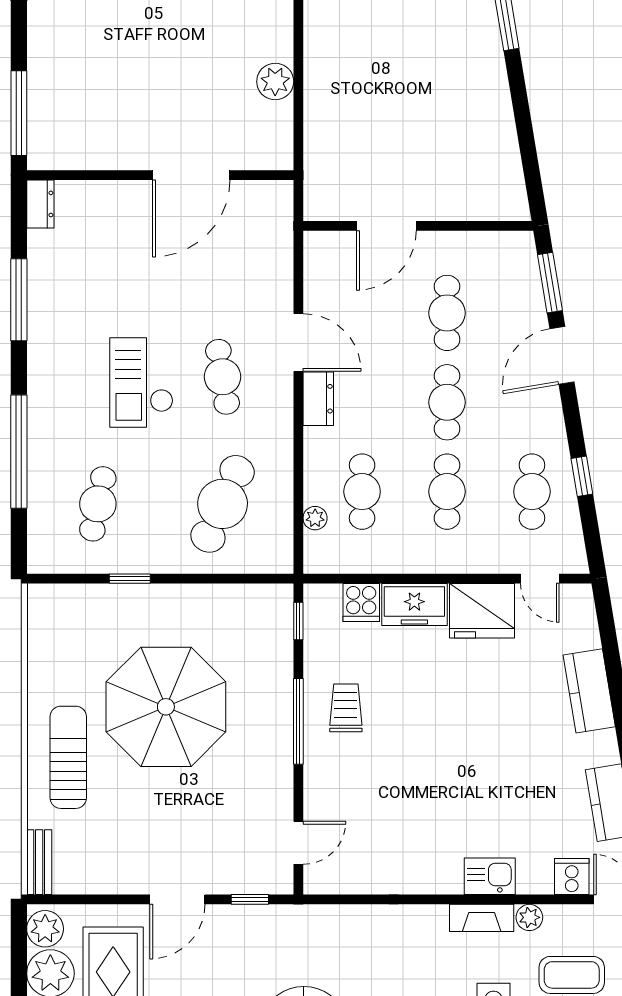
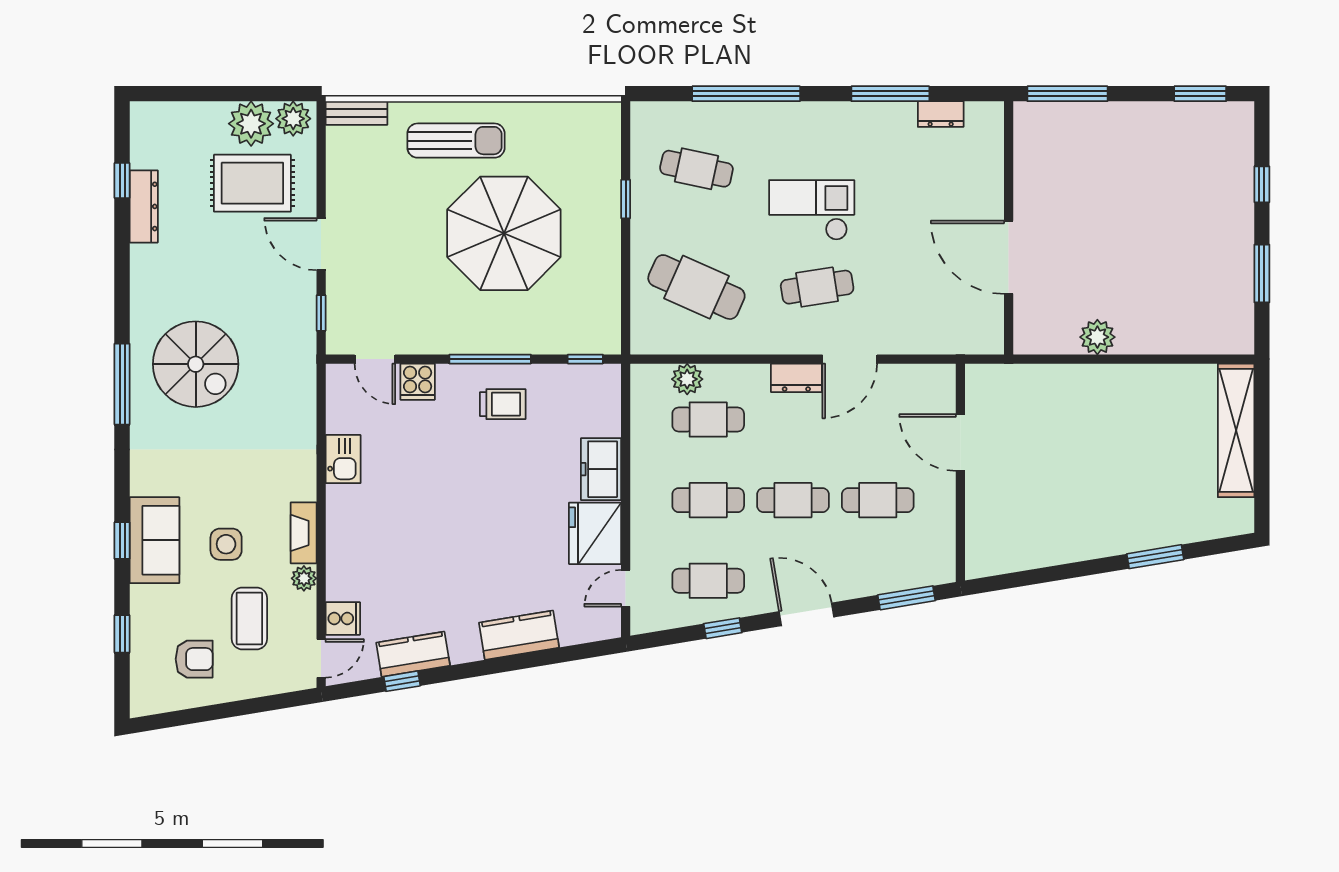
dresser: (40, 204) -> (941, 114), moved
door: (562, 355) -> (807, 614), moved
plant: (315, 518) -> (687, 379), width x1.38, depth x1.38
cooker: (361, 602) -> (418, 382), moved, turned -90
kitchen sink: (490, 876) -> (343, 459), moved

